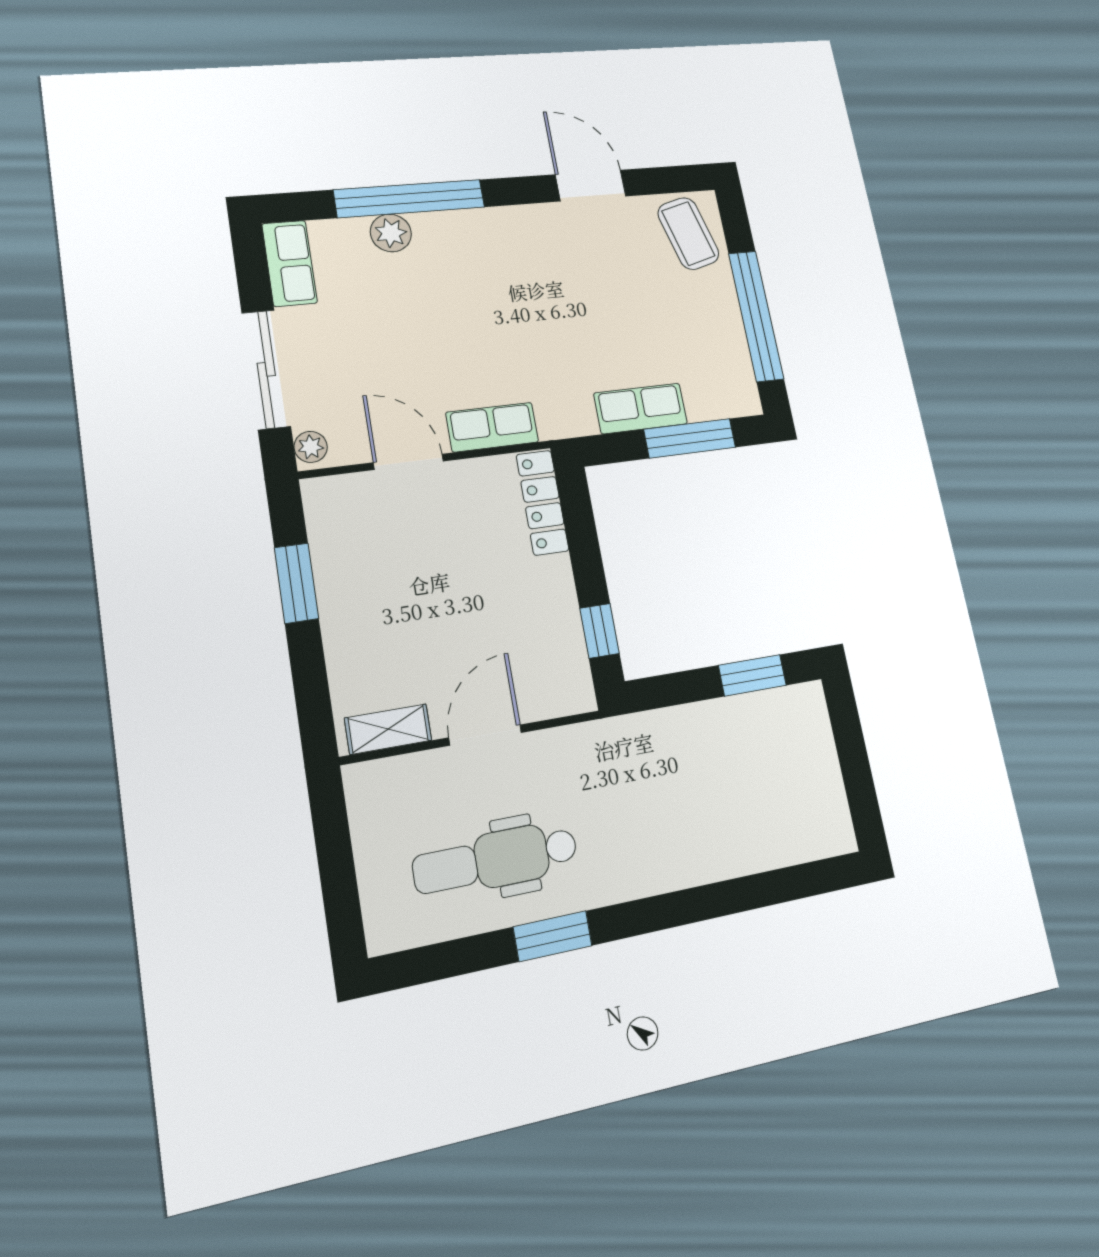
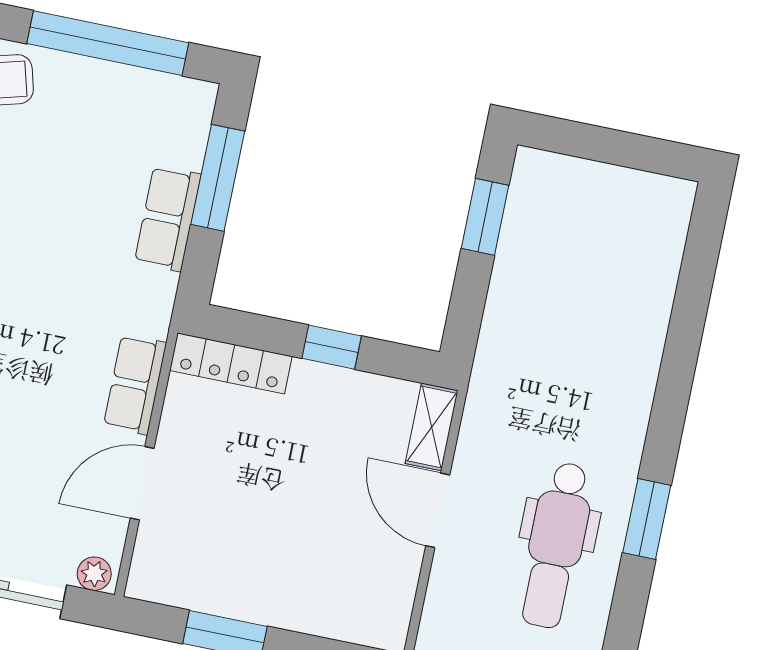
window: (600, 631) -> (332, 347), moved
shelving: (388, 729) -> (432, 427), moved

